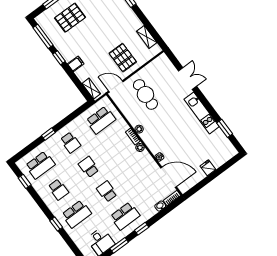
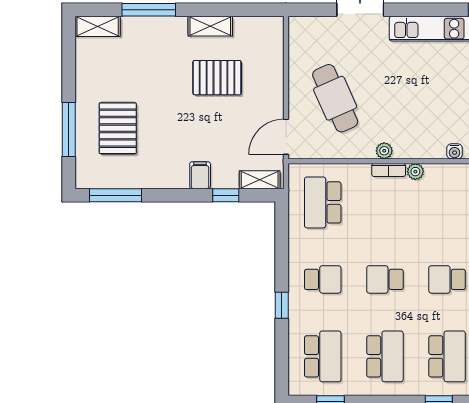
shelving: (147, 37) -> (210, 26), moved
window: (59, 58) -> (226, 195), moved
pallet: (123, 58) -> (217, 78), moved
cafe table: (145, 94) -> (335, 98), turned 63
school desk: (101, 120) -> (323, 202), turned 180
school desk: (58, 190) -> (385, 356), width x1.85

